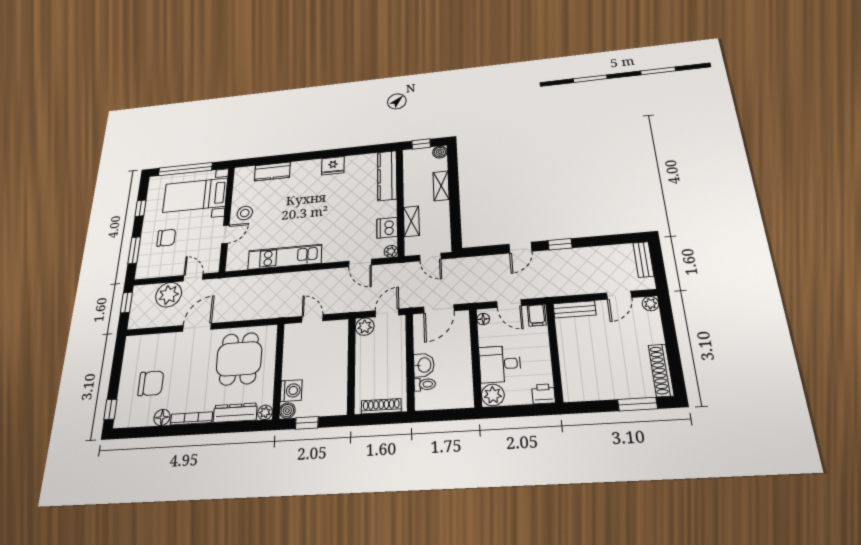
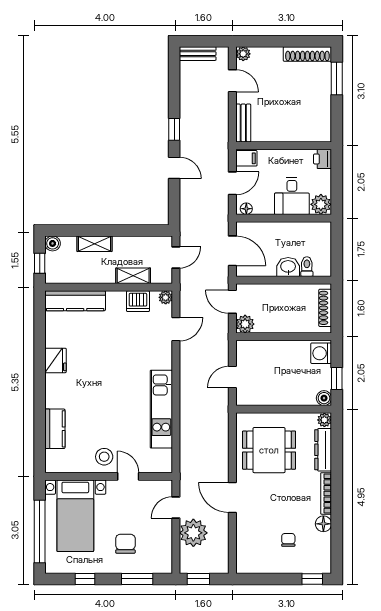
chair: (151, 383) -> (288, 540), width x0.54, depth x0.54
washing machine: (291, 391) -> (321, 353), moved, turned -90

